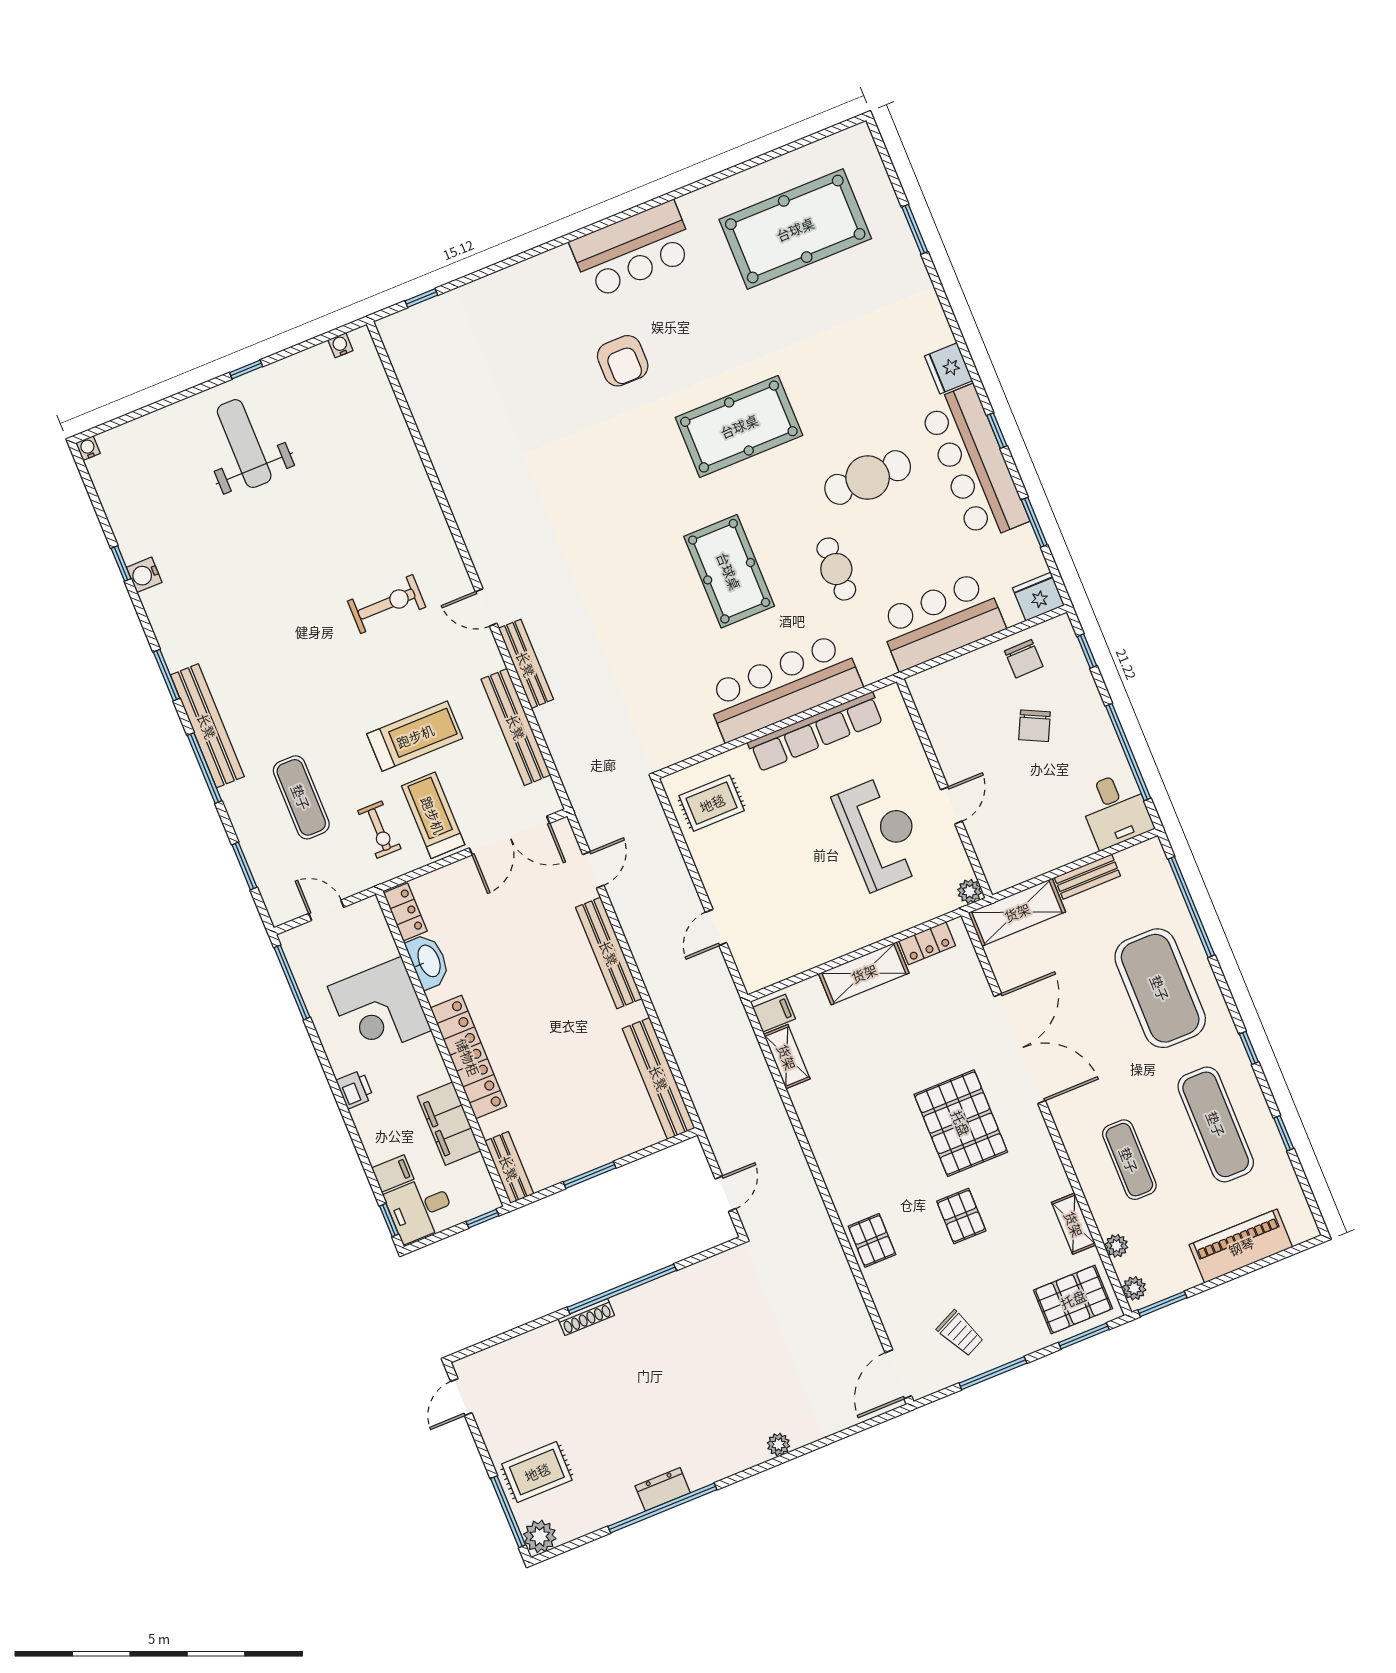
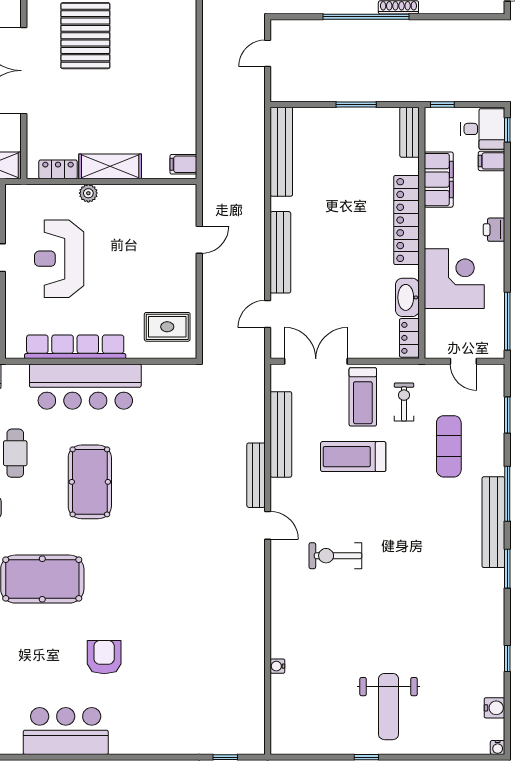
water cooler: (340, 345) -> (277, 666), moved, turned 90
water cooler: (144, 575) -> (495, 708), moved
plant: (970, 891) -> (88, 193), moved
shelving: (787, 1057) -> (187, 131), removed

